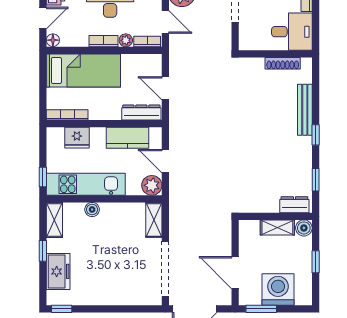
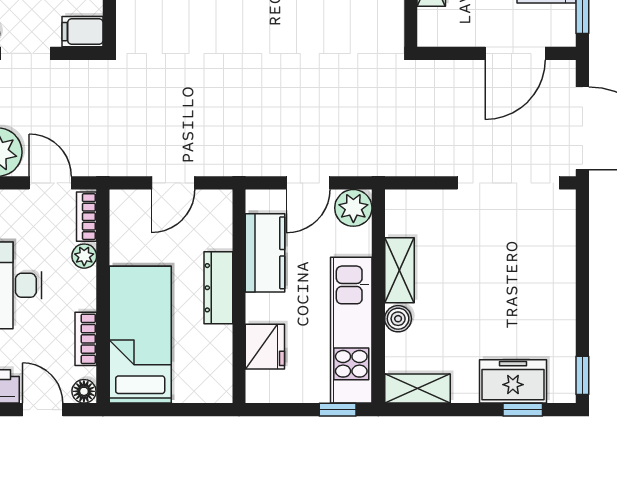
door: (165, 22) -> (50, 183), hinge flipped
filing cabinet: (247, 39) -> (83, 32), added
bookcase: (103, 41) -> (86, 339), moved
dresser: (141, 113) -> (218, 288), moved
bookcase: (67, 115) -> (223, 365), removed
shelving: (154, 220) -> (399, 270), moved, turned 90
window: (43, 251) -> (523, 410), moved

